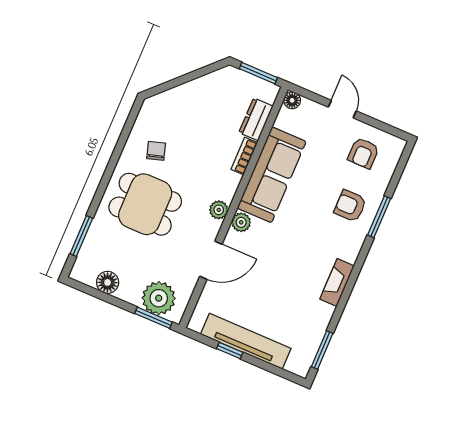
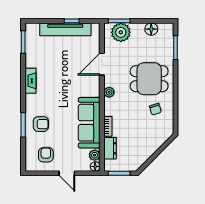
plant: (241, 222) -> (95, 155), moved

